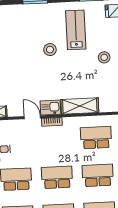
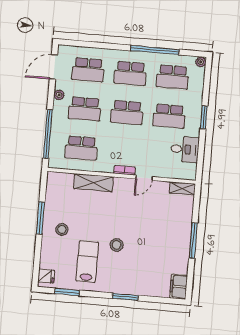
lab bench: (76, 30) -> (87, 262), turned 180
kitchen sink: (50, 108) -> (124, 185), removed
door: (32, 117) -> (144, 178), hinge flipped

